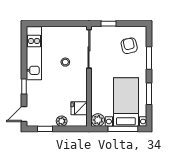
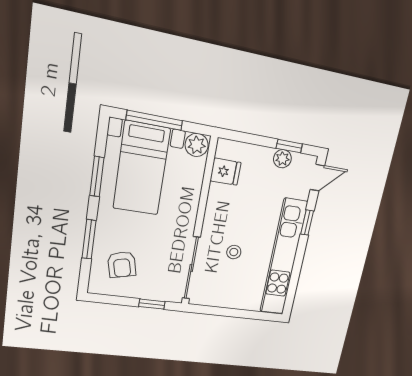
kitchen unit: (34, 53) -> (283, 257), width x1.36
plant: (62, 121) -> (282, 159), moved

